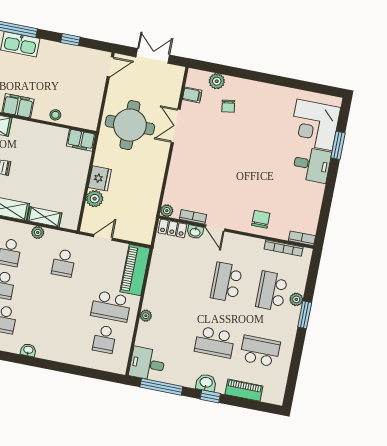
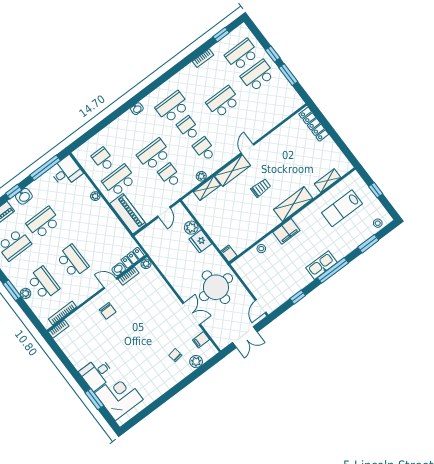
filing cabinet: (81, 140) -> (229, 254), width x0.50
chair: (261, 219) -> (108, 311), moved
school desk: (57, 296) -> (154, 154), added

